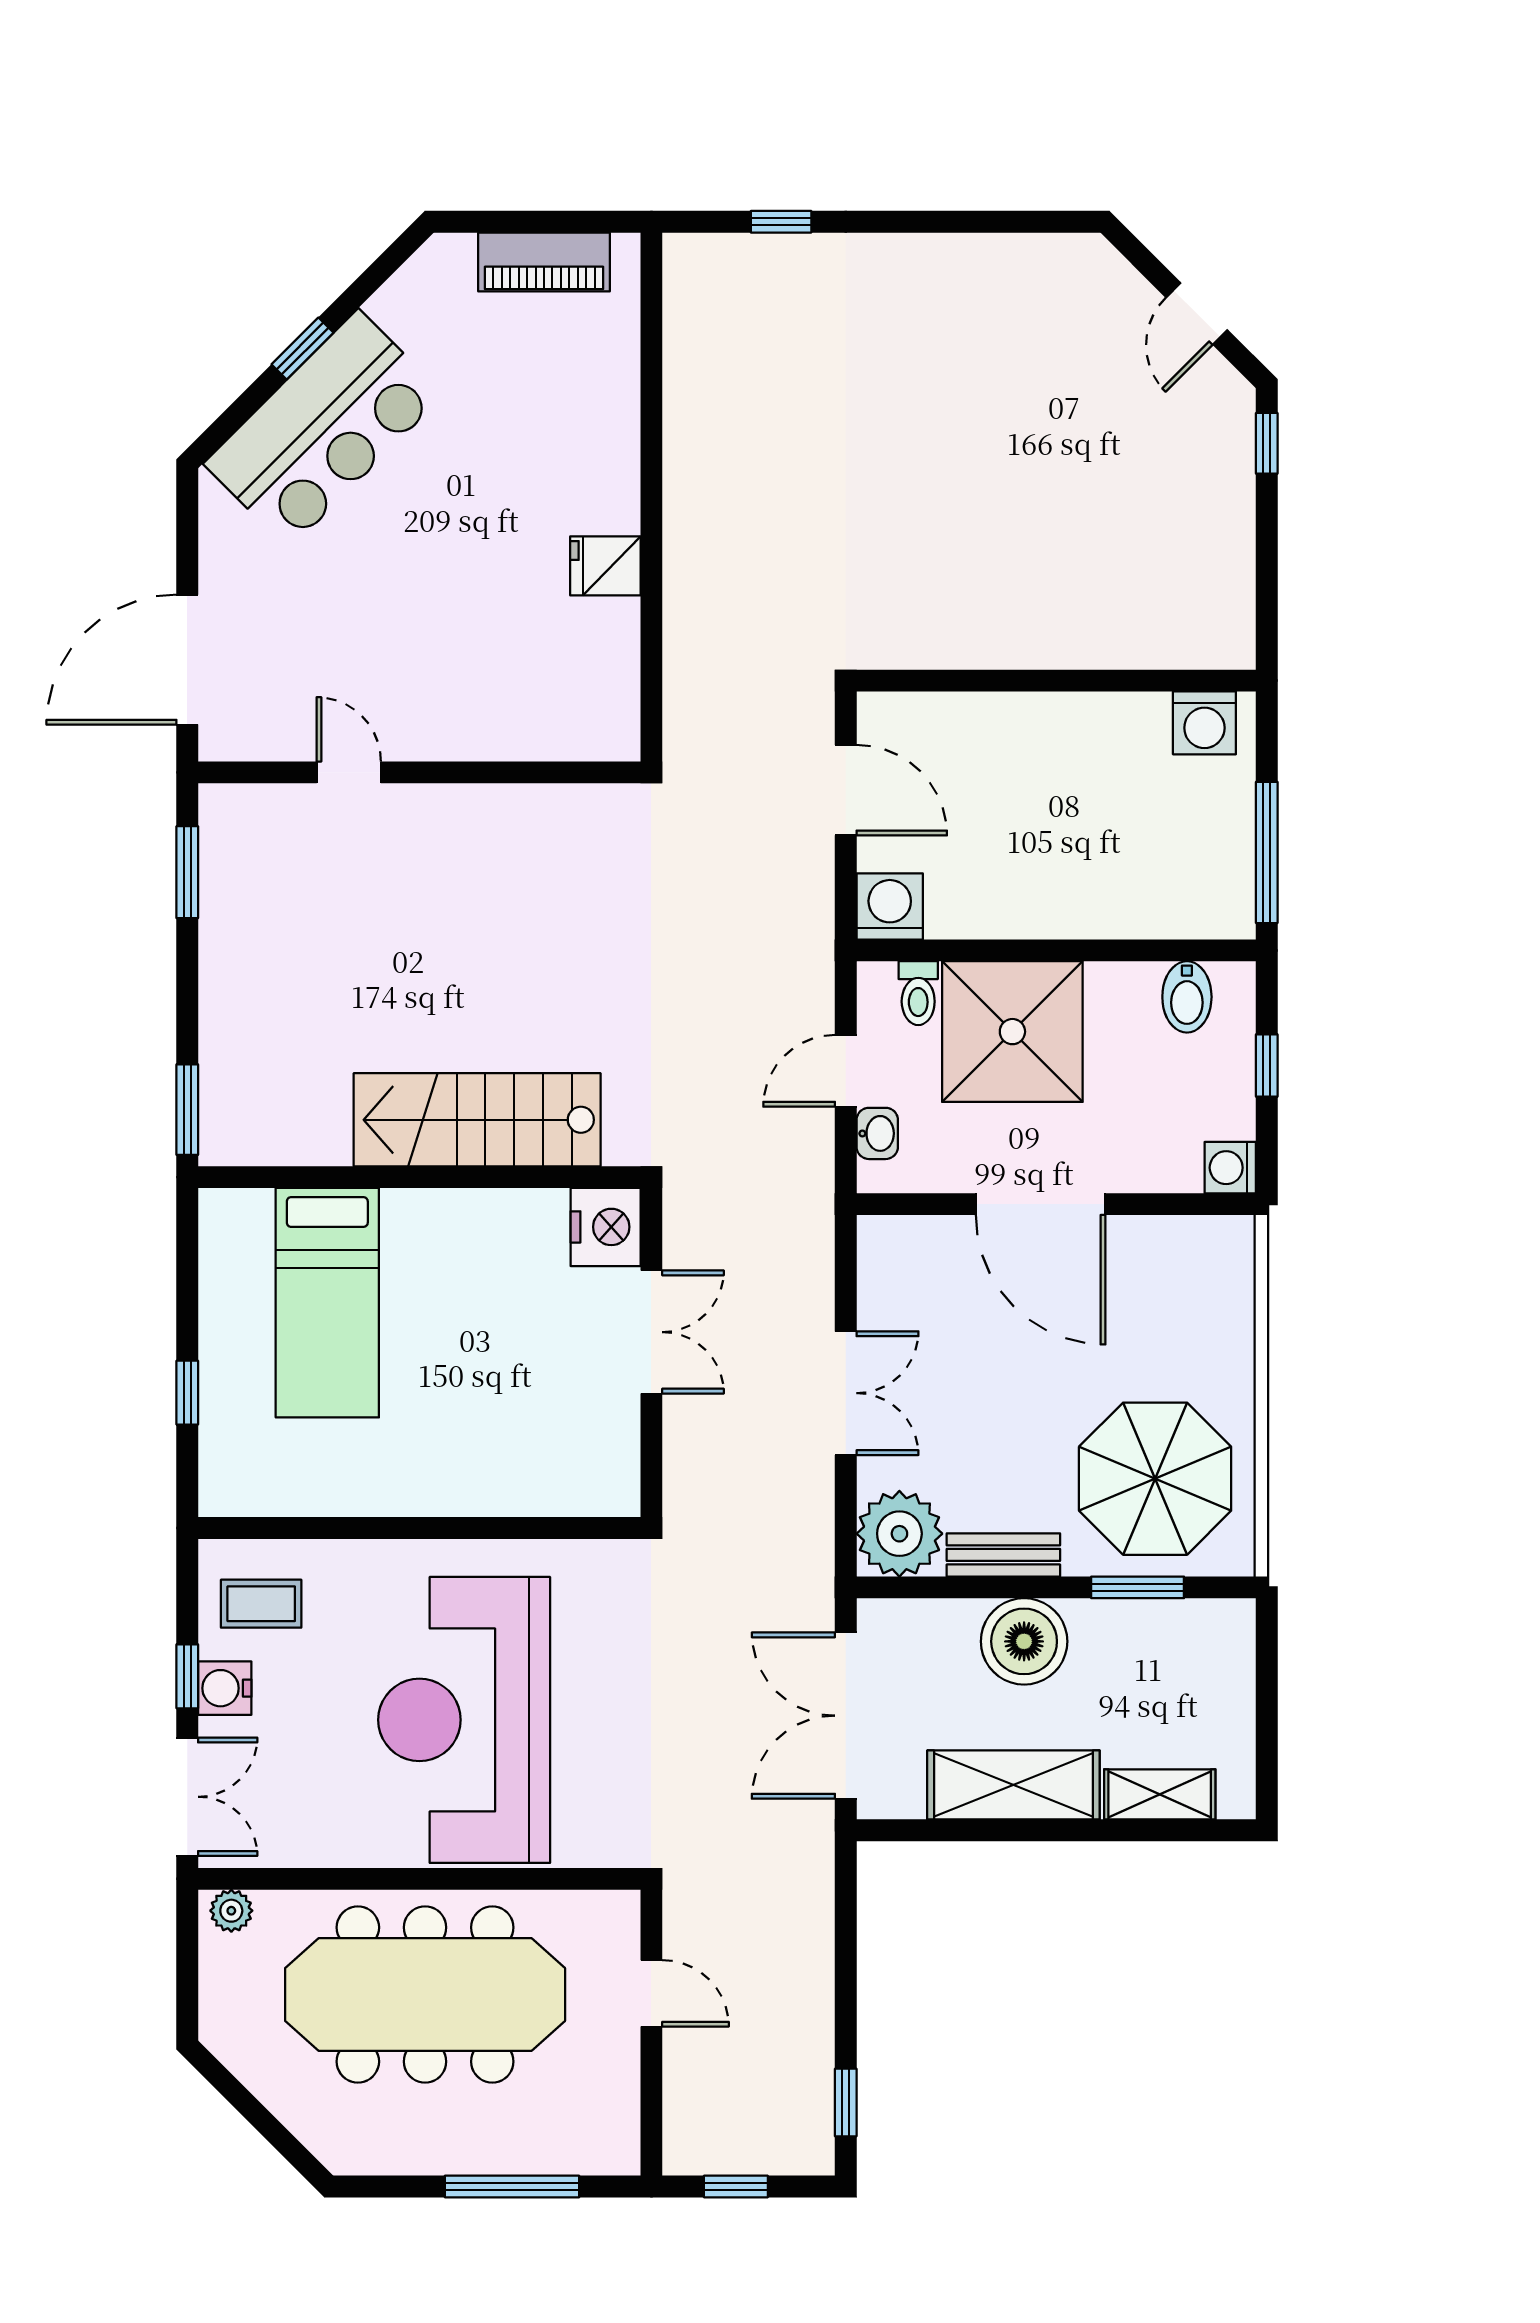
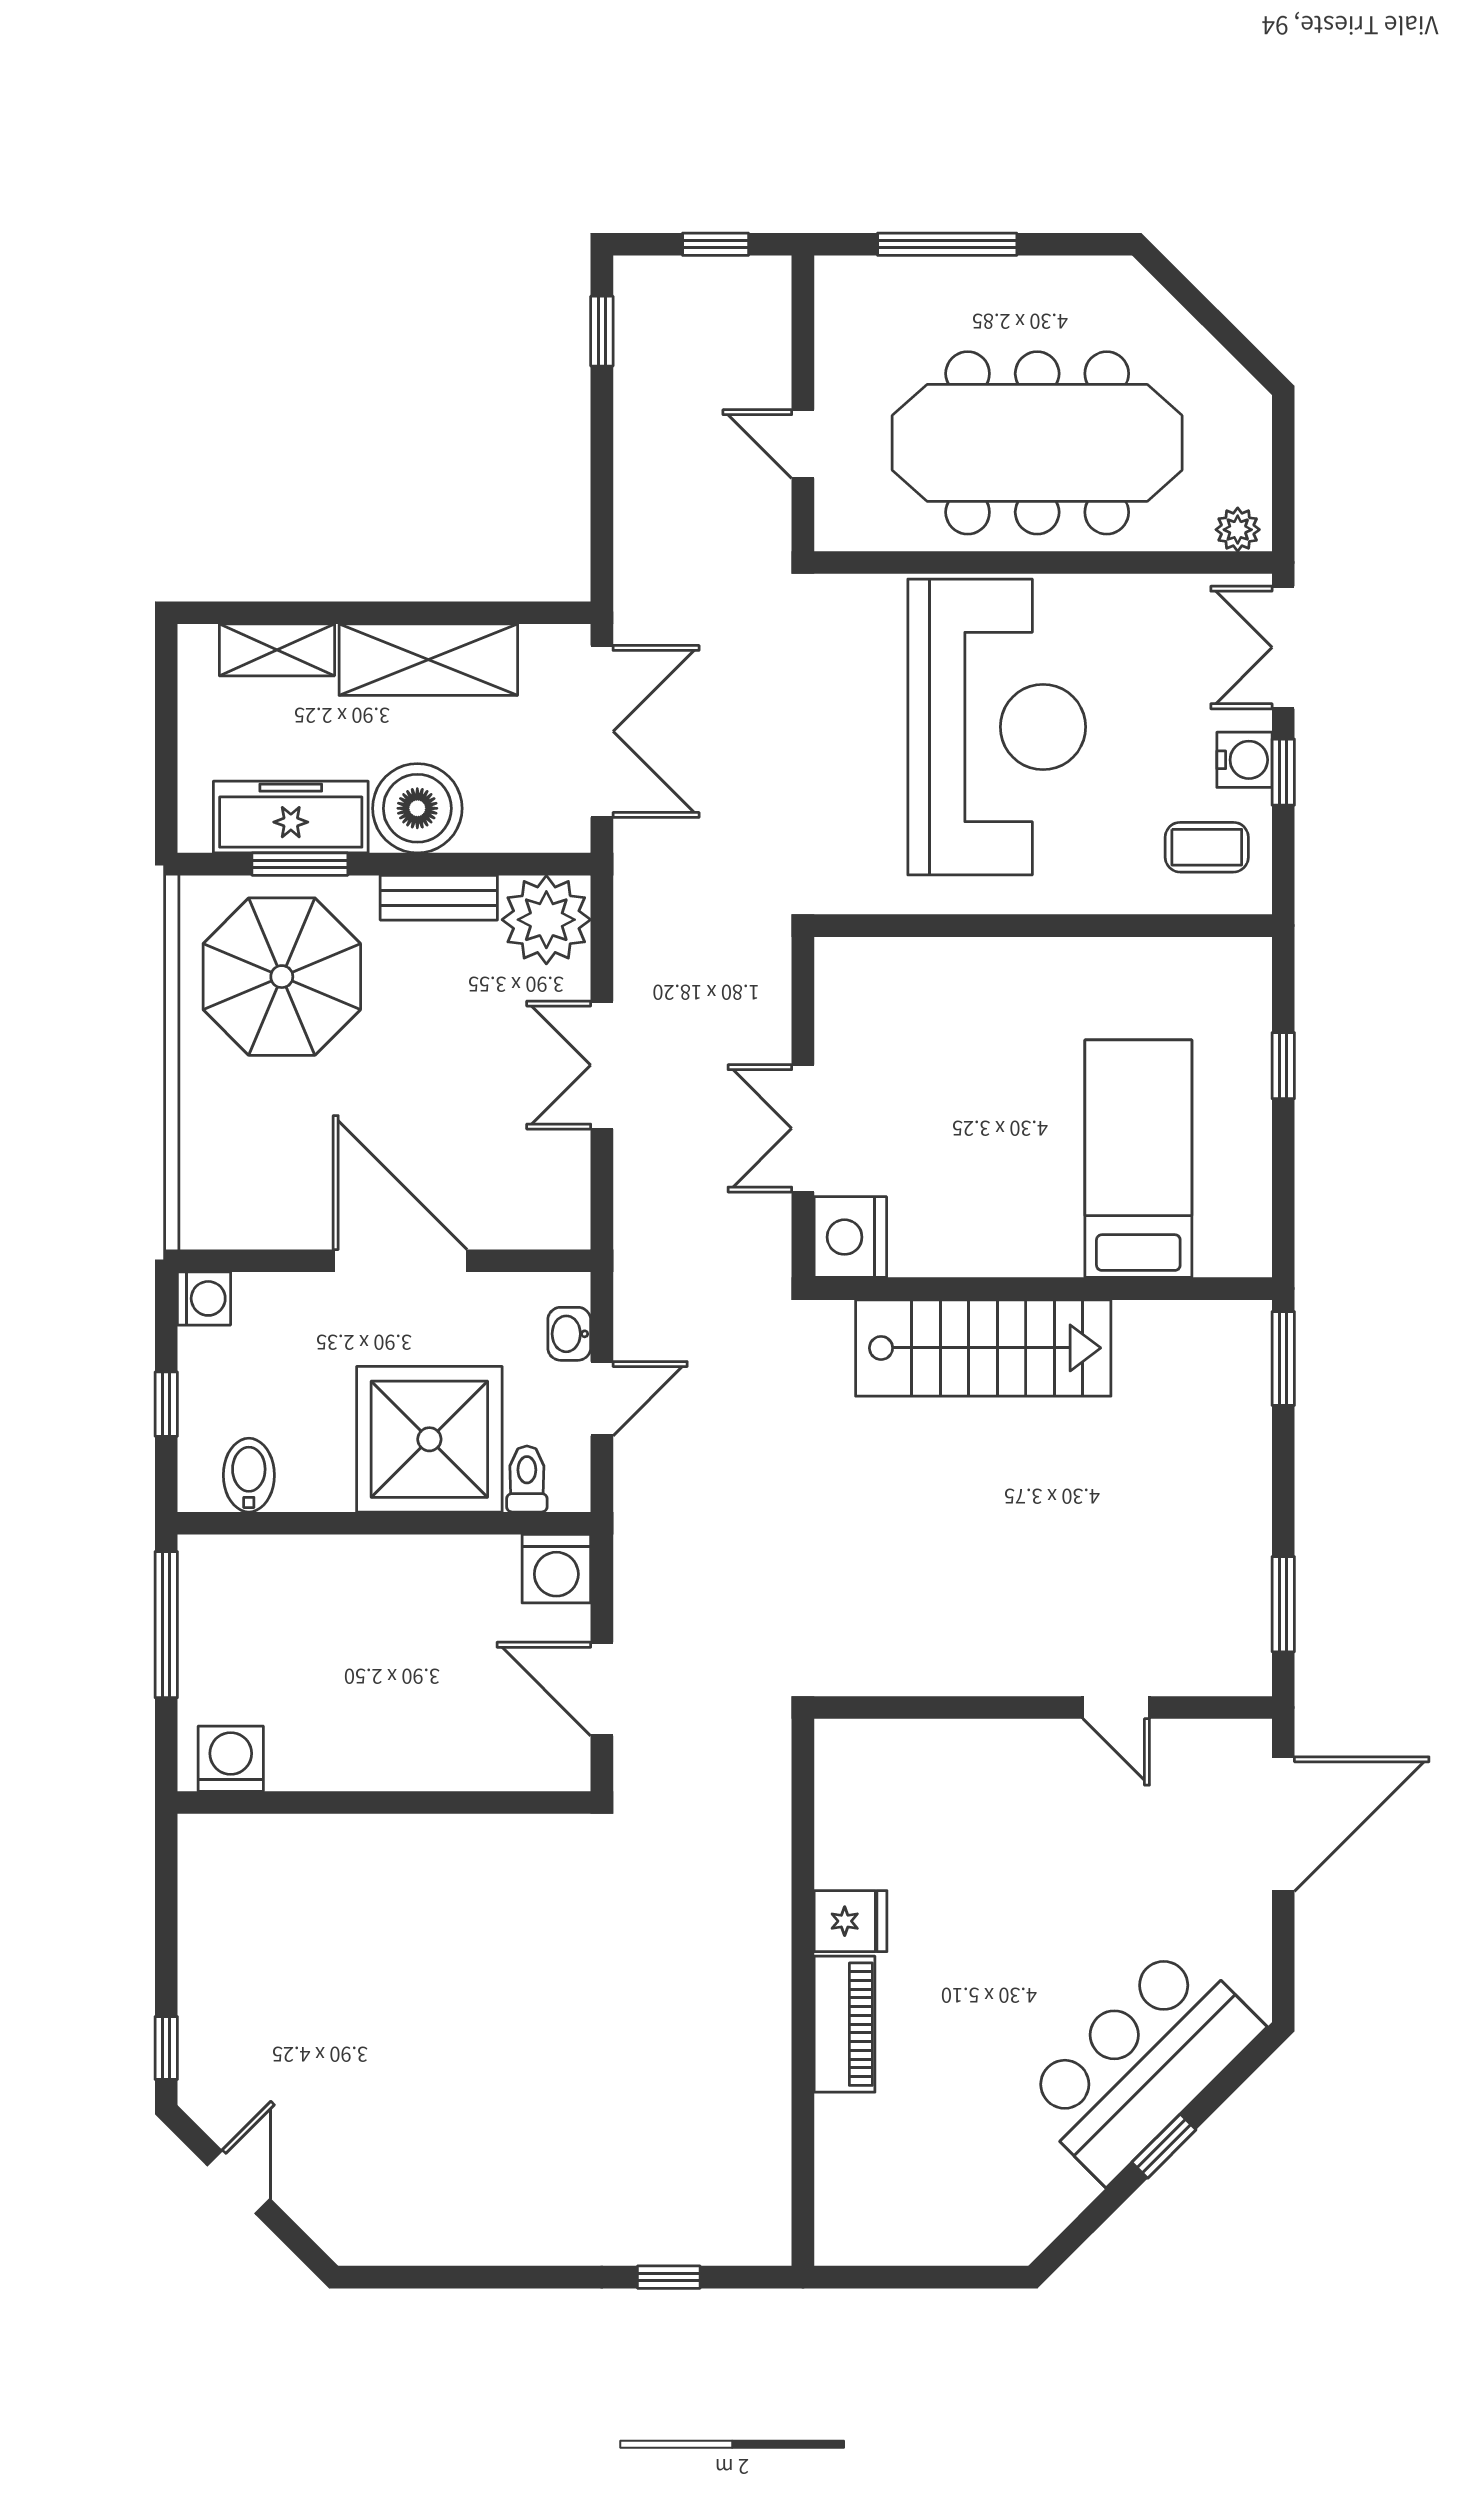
piano: (544, 262) -> (844, 2024), moved, turned 90
freezer: (1146, 1633) -> (291, 817), added

